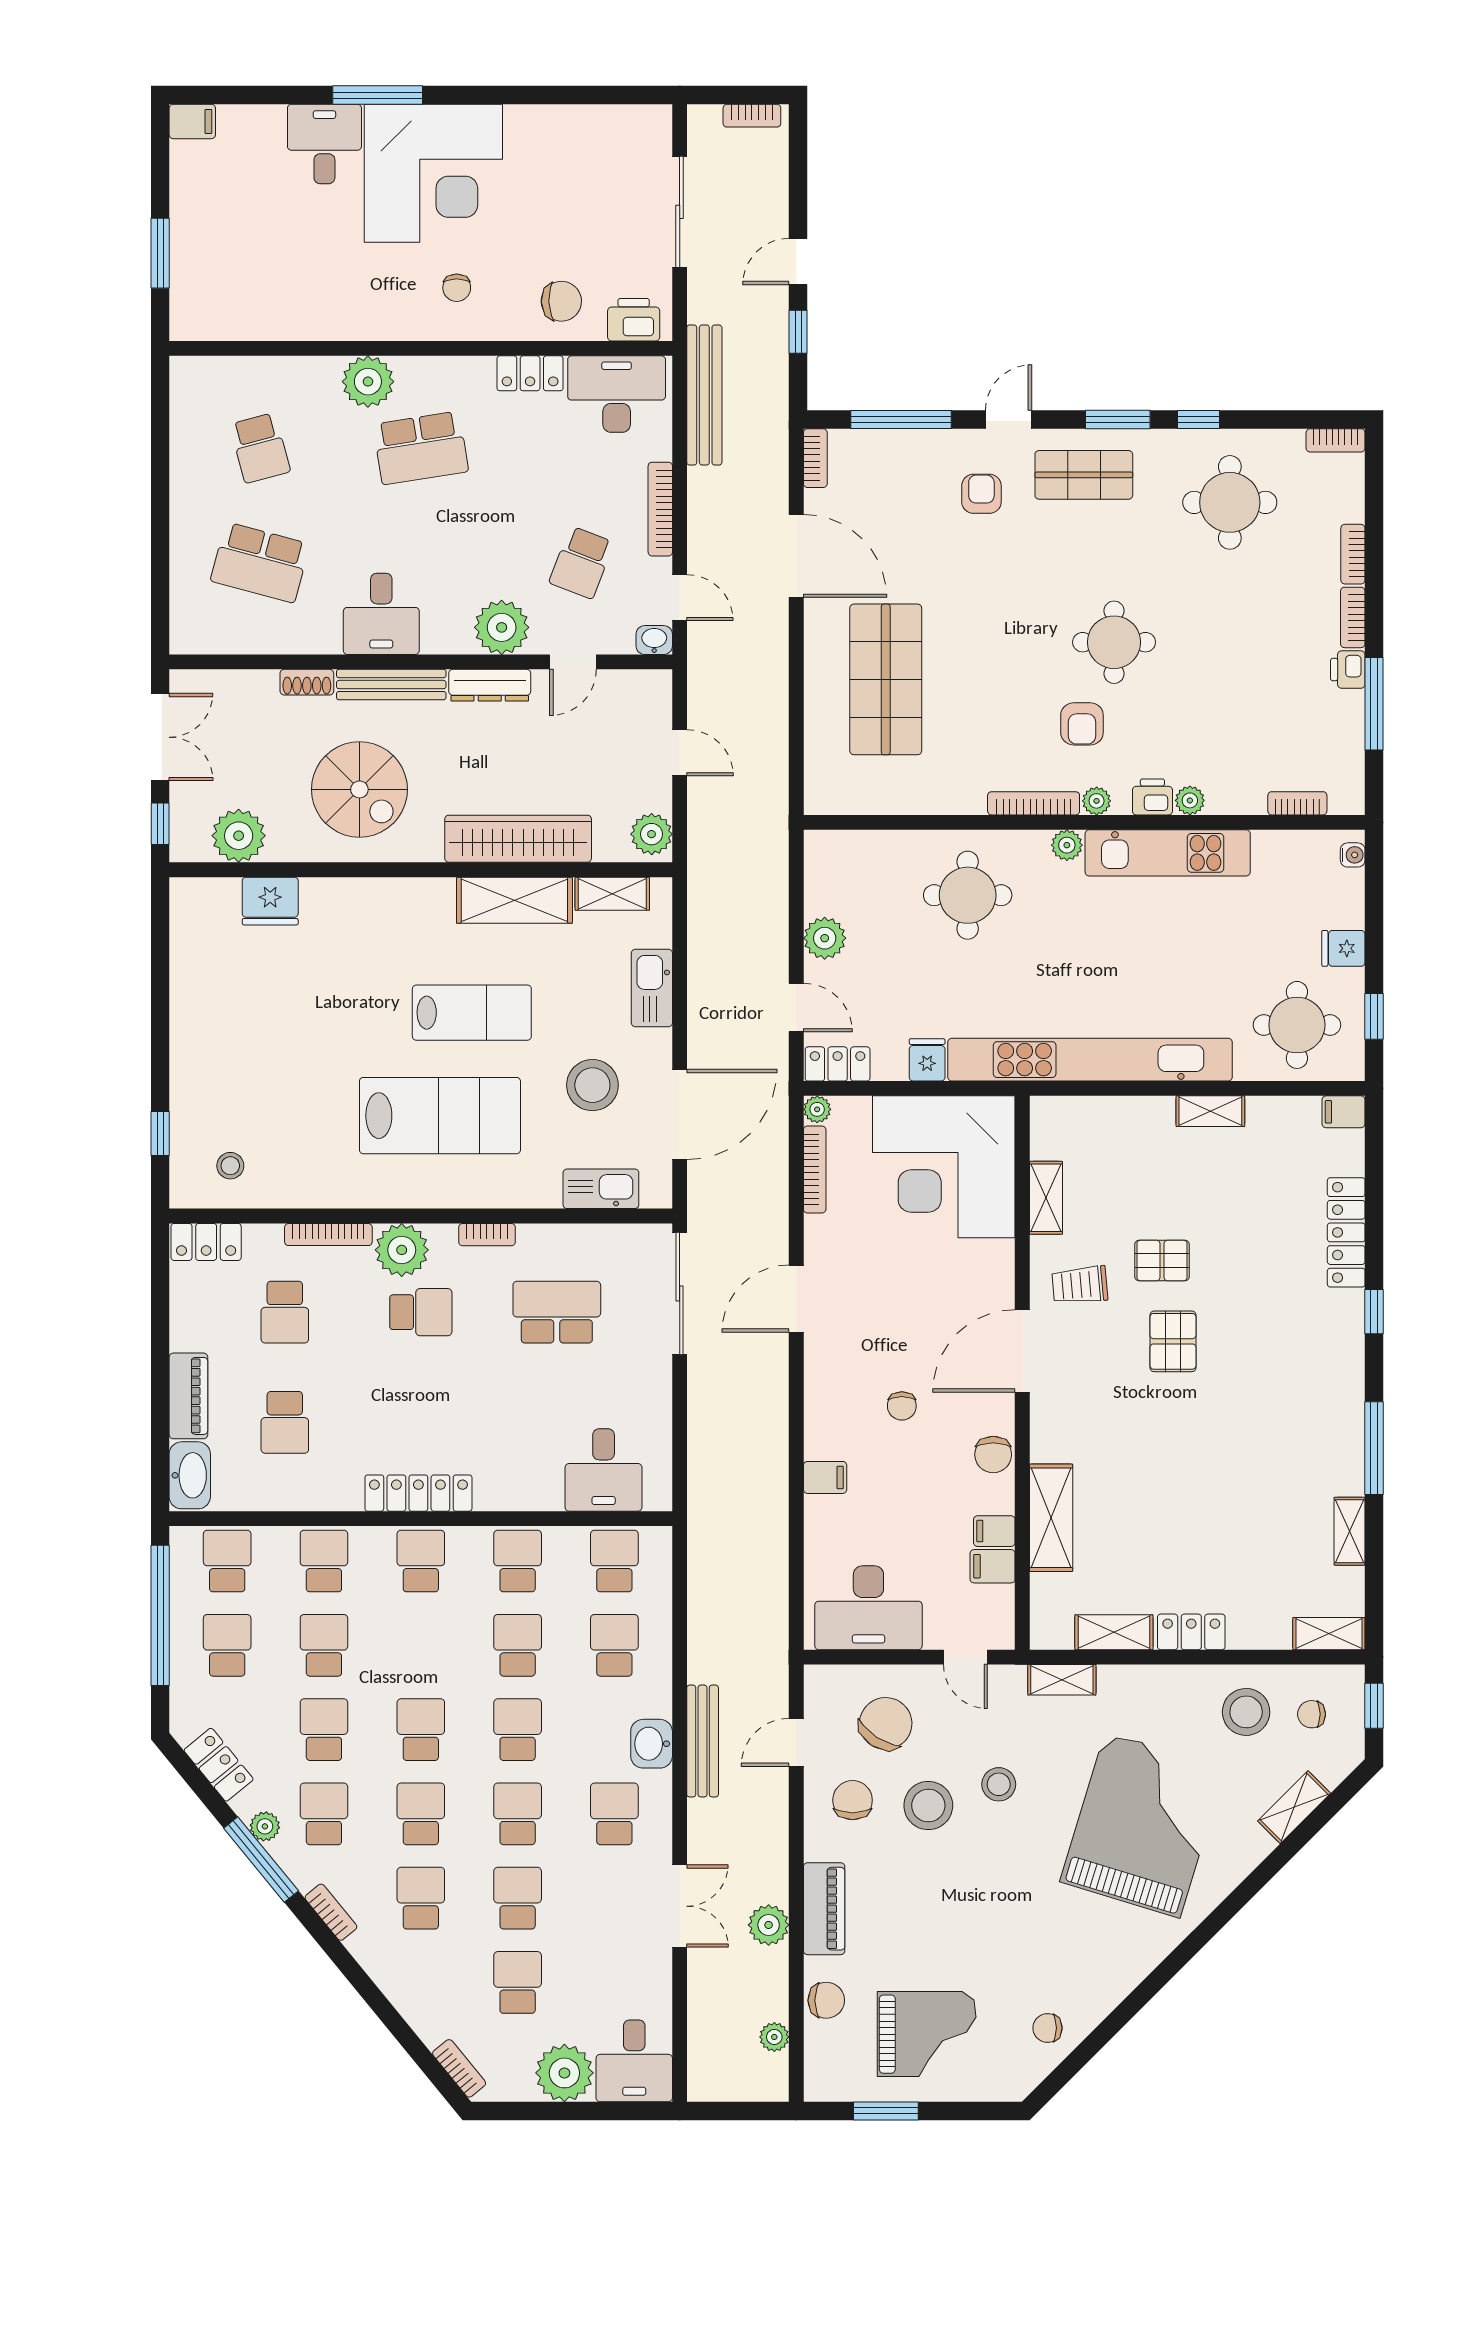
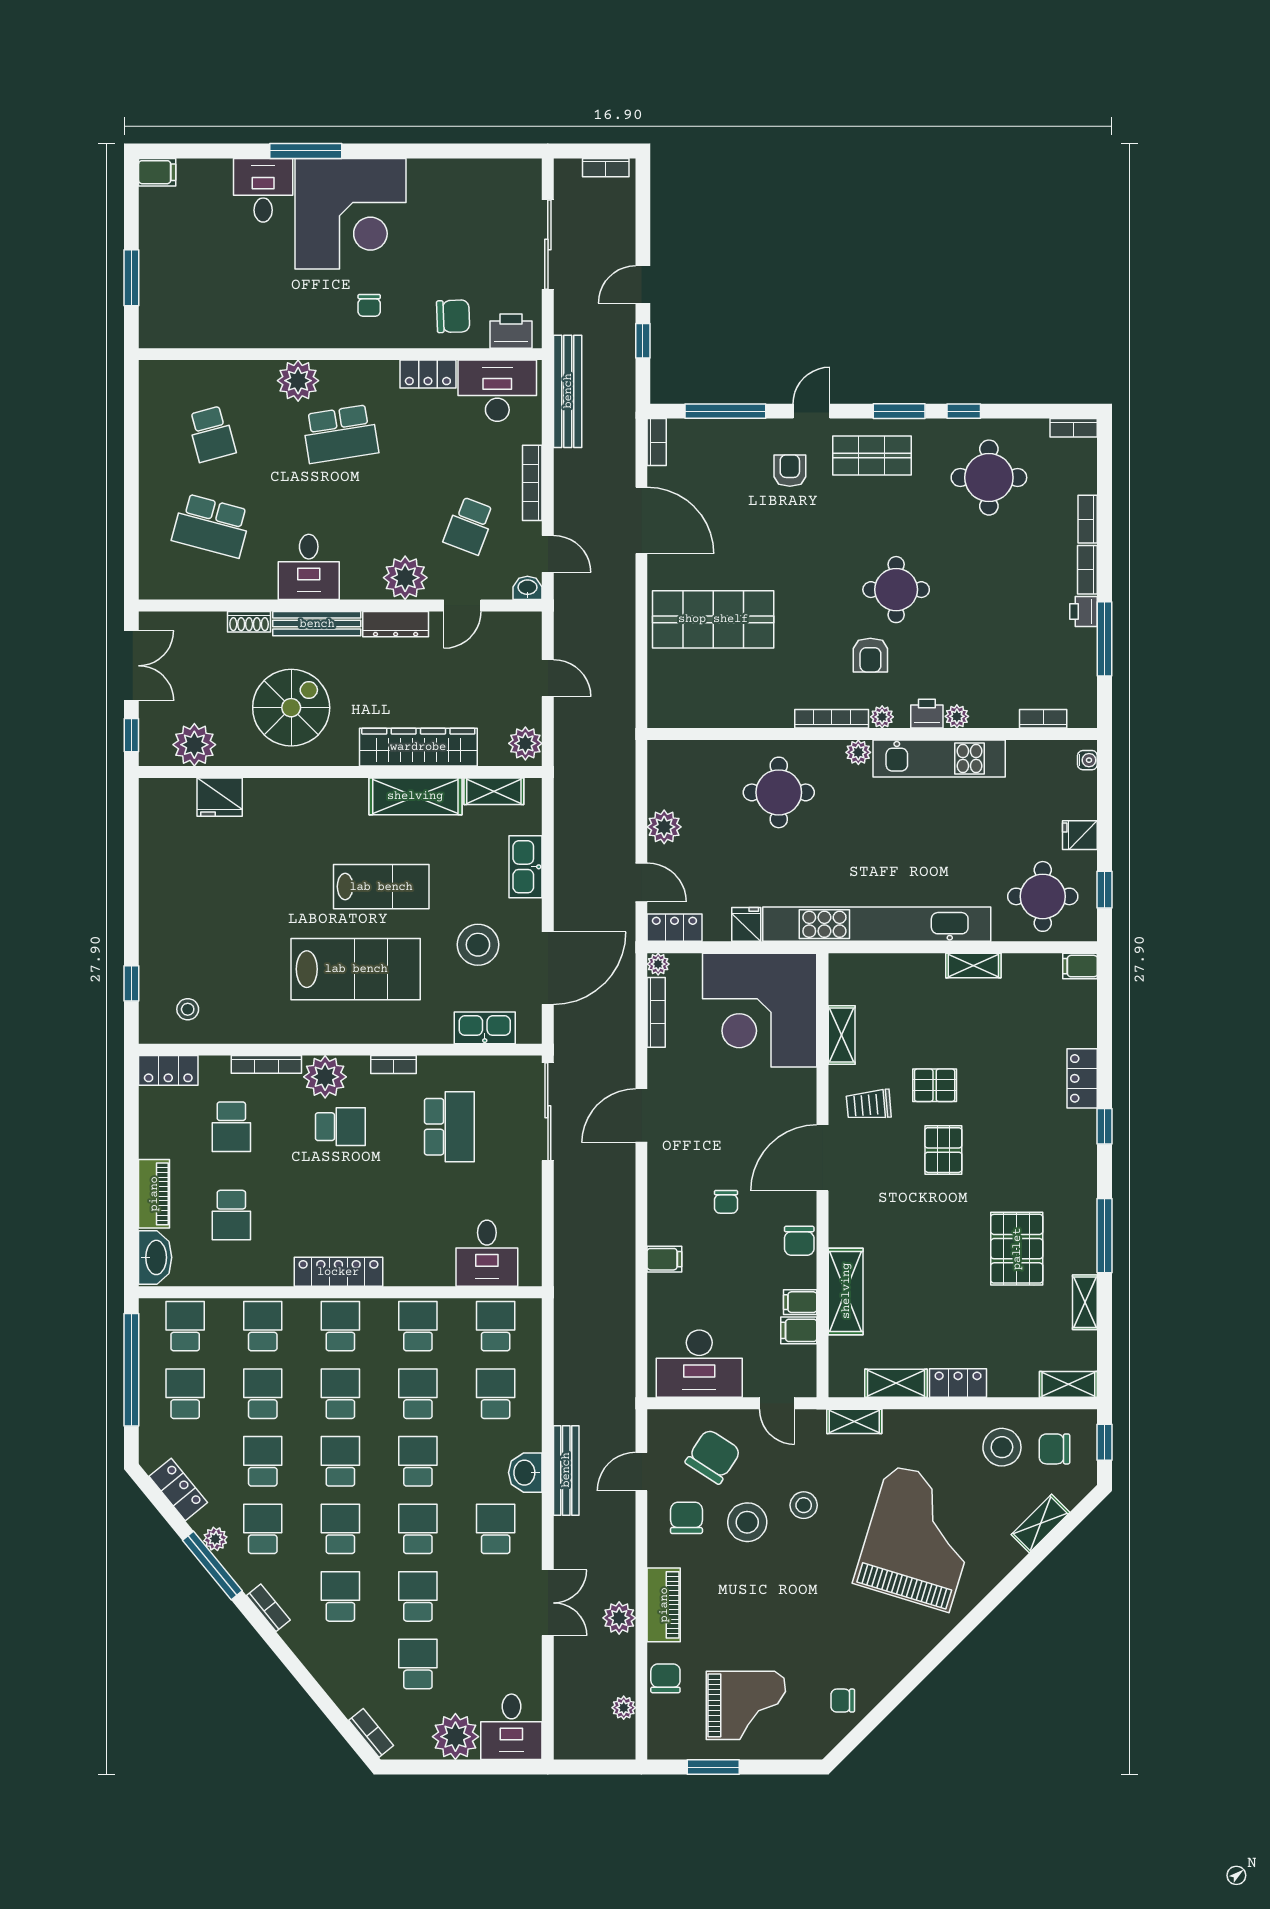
shop shelf: (886, 679) -> (713, 619), turned 90
spiral stairs: (359, 789) -> (291, 708), turned -90
locker: (1346, 1232) -> (1082, 1078), width x0.66
school desk: (557, 1312) -> (449, 1127), turned 90
pallet: (1265, 1464) -> (1017, 1249), added
school desk: (421, 1645) -> (340, 1394), added
chair: (1312, 1714) -> (1054, 1449), width x1.37, depth x1.37
chair: (826, 2000) -> (665, 1678), turned -90

